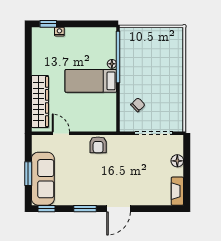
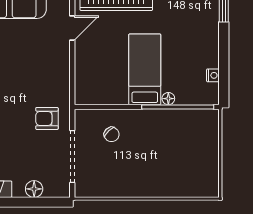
nightstand: (59, 32) -> (213, 75), moved
armchair: (98, 145) -> (47, 118), moved

